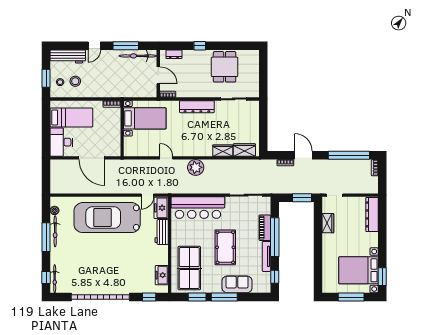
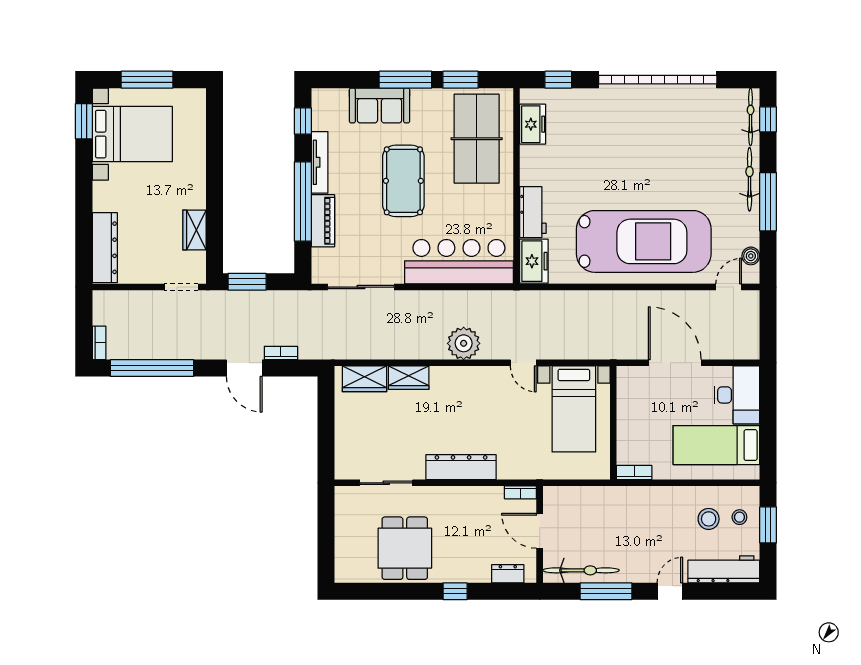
bed with nightstands: (145, 118) -> (574, 409), moved, turned -90
door: (147, 195) -> (729, 287), moved
bicycle: (55, 231) -> (750, 179), moved

